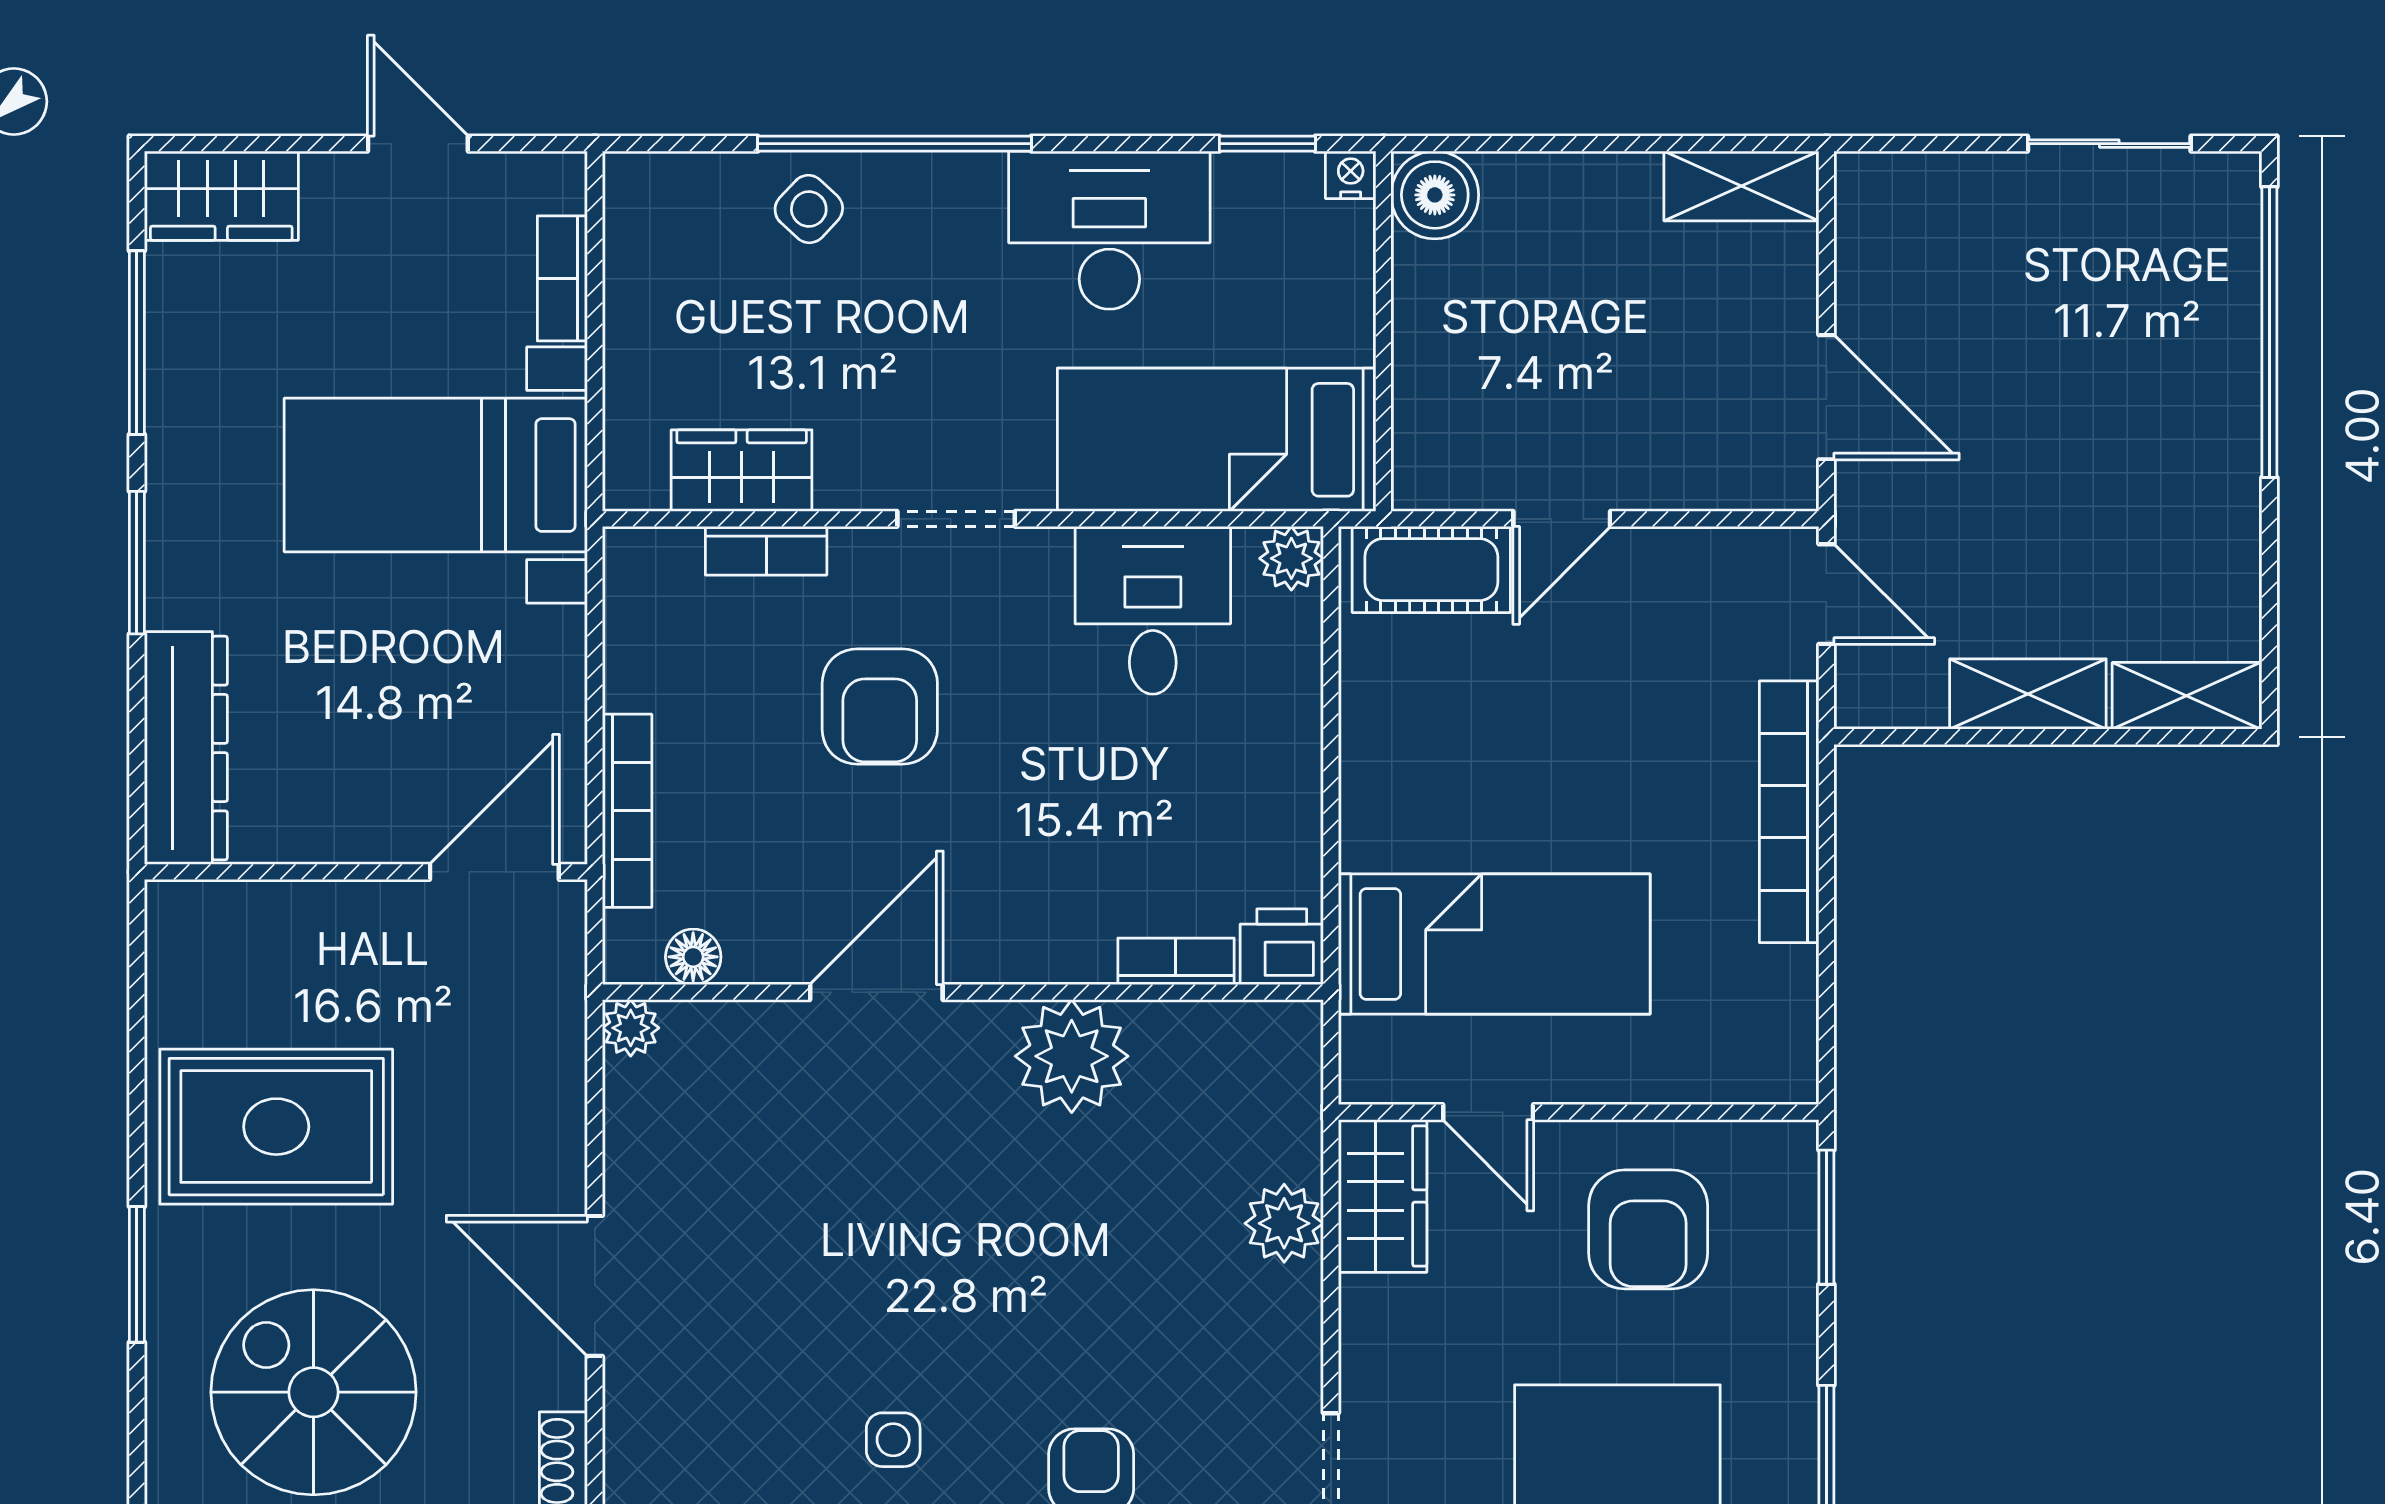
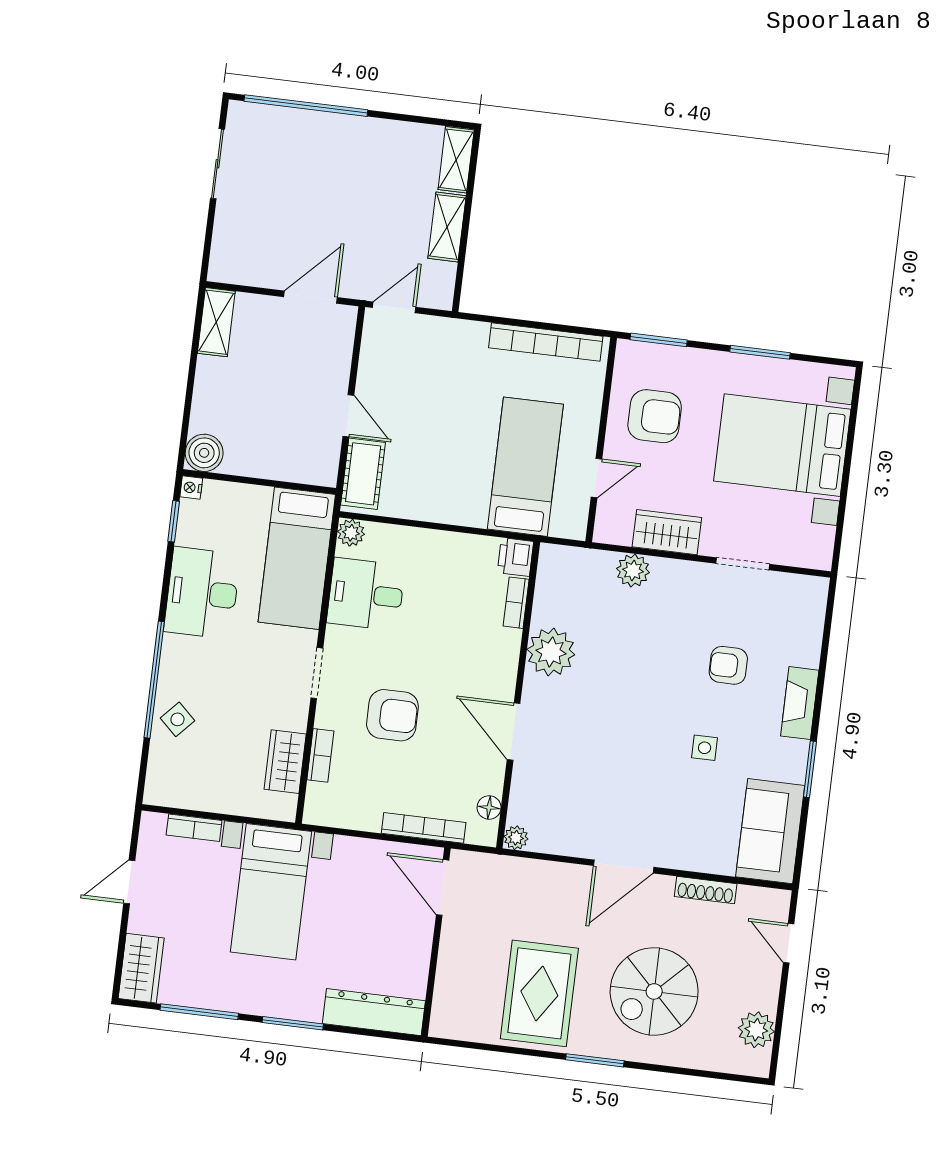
bookcase: (1789, 812) -> (546, 342), moved
wardrobe: (1383, 1196) -> (667, 532), moved

